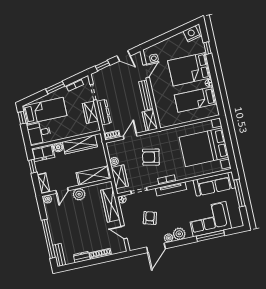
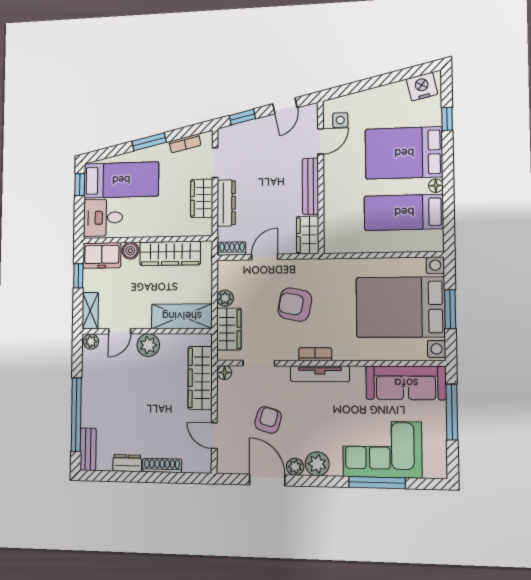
door: (124, 56) -> (285, 106), hinge flipped
window: (228, 143) -> (450, 309), added
door: (156, 248) -> (267, 480), swing flipped

